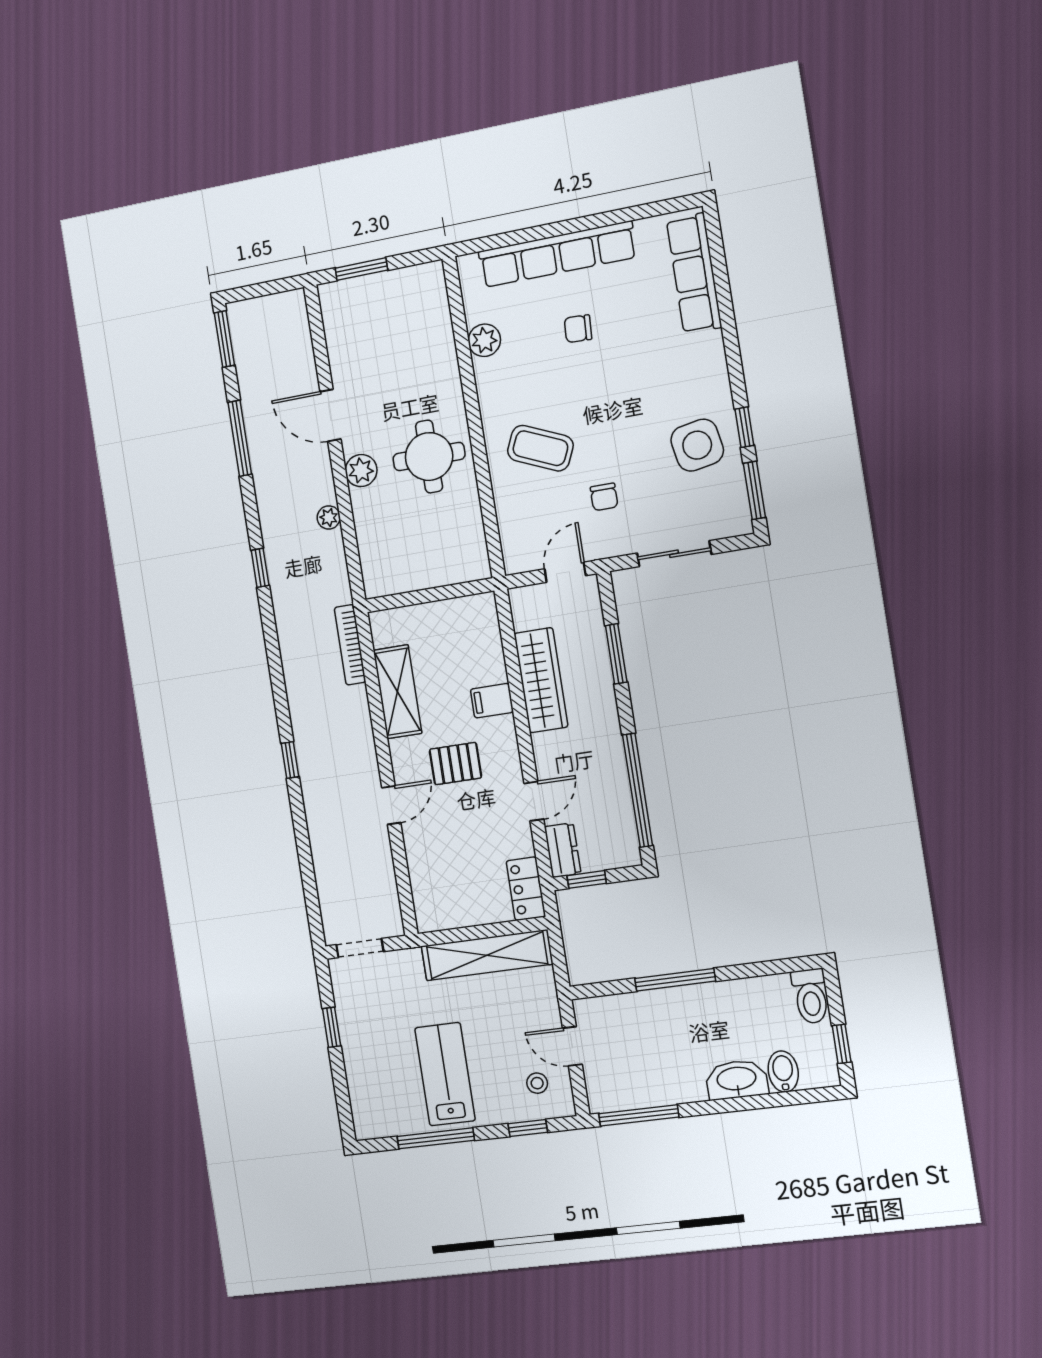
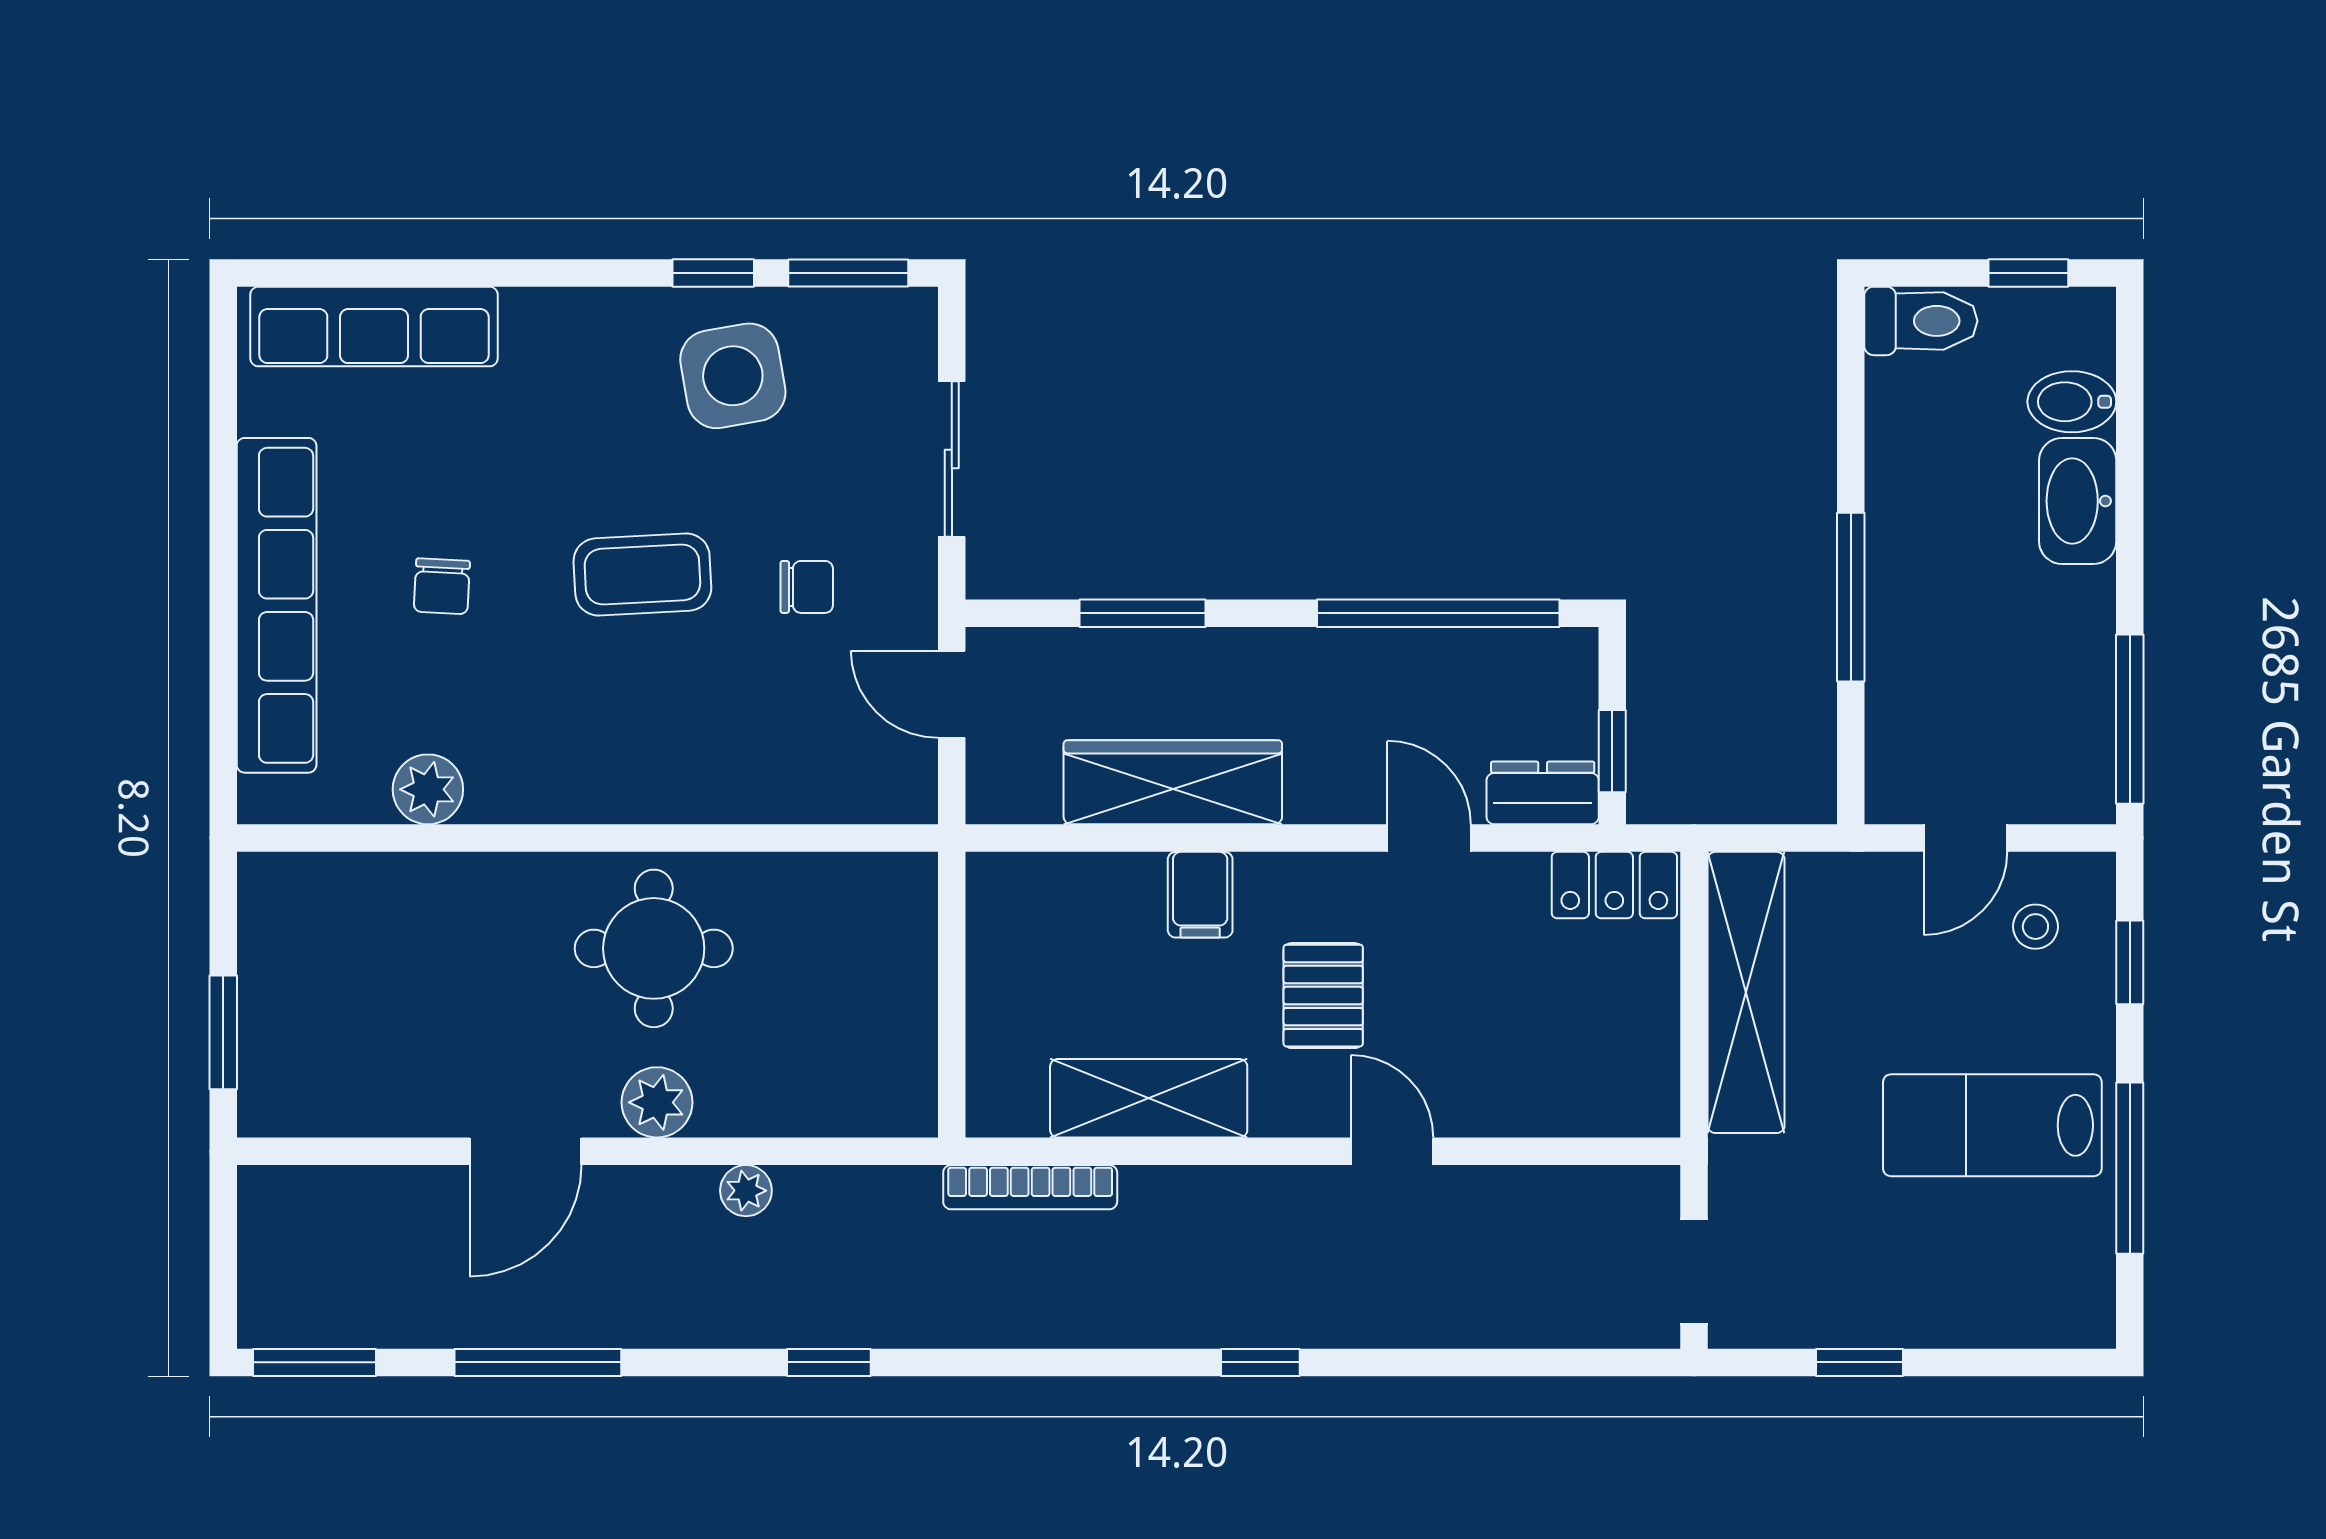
coffee table: (540, 448) -> (642, 574), moved, turned 63

